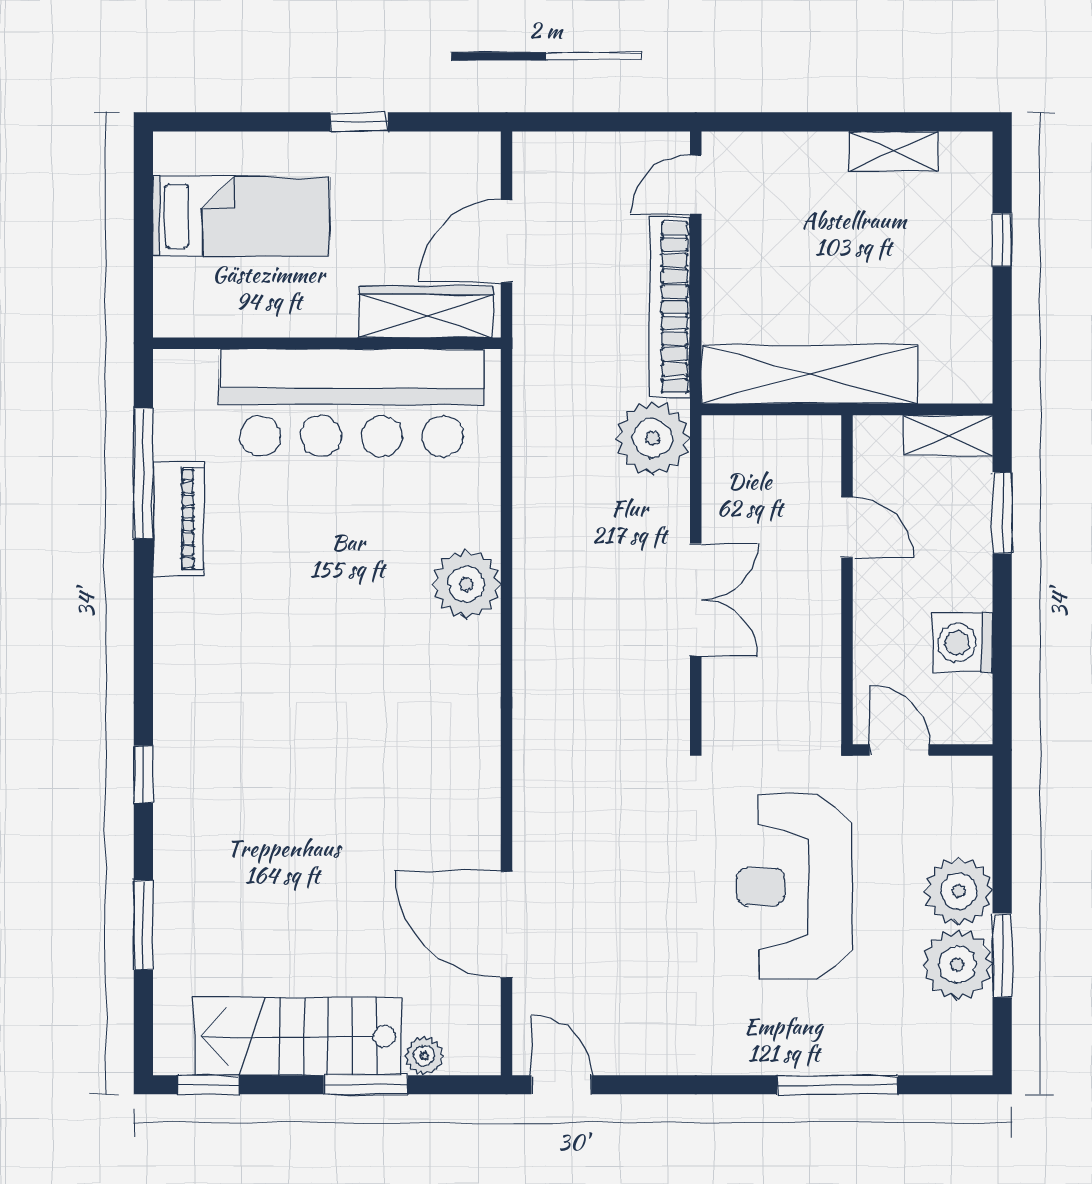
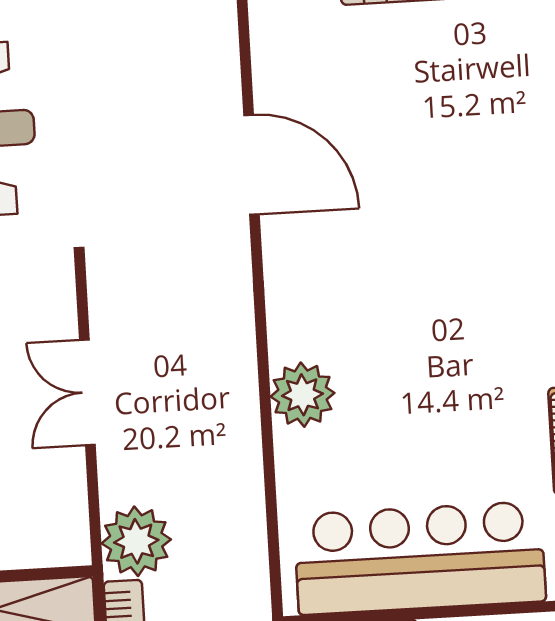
door: (507, 925) -> (252, 165), moved

